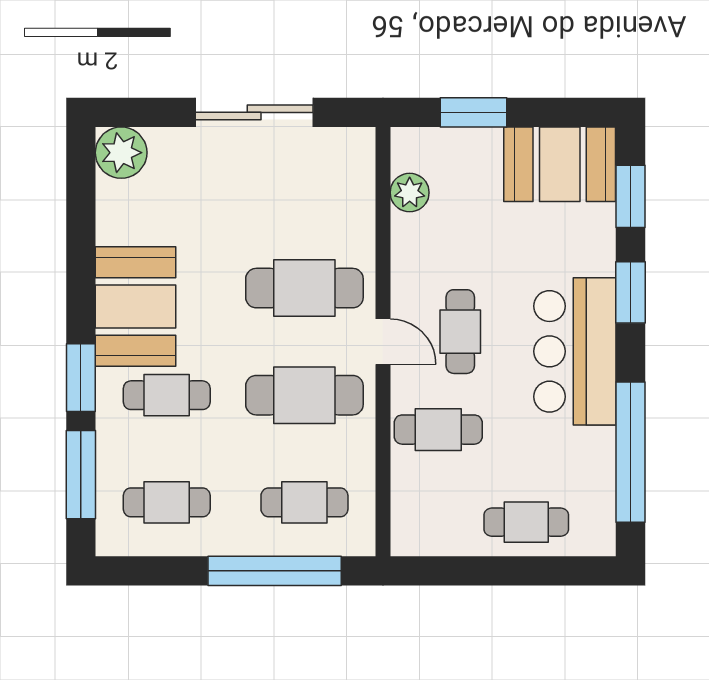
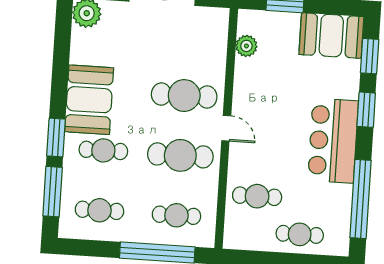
cafe table: (460, 332) -> (270, 125), removed
cafe table: (438, 430) -> (257, 196), moved

